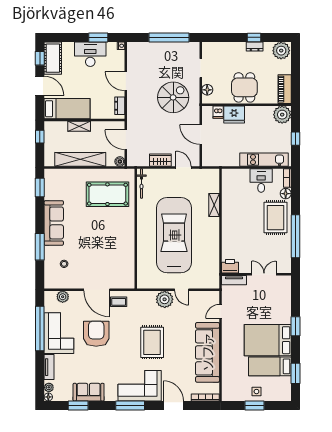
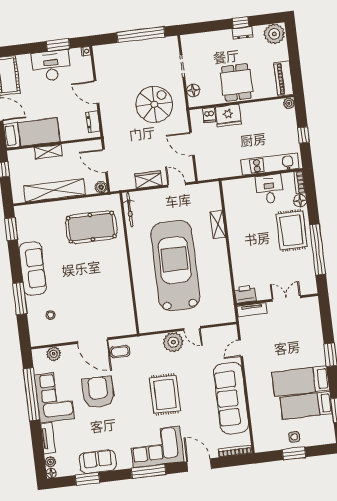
plant: (282, 115) -> (289, 103), width x0.53, depth x0.53
bed: (268, 340) -> (301, 381), width x0.67

